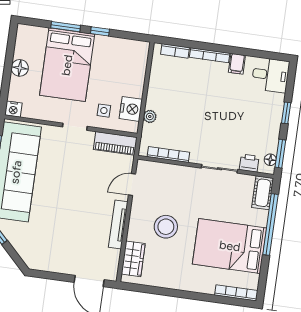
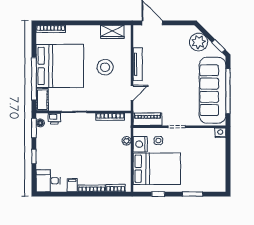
window: (100, 31) -> (158, 194), moved
bed: (67, 65) -> (157, 169), moved, turned 90
floor lamp: (20, 68) -> (220, 162), removed
plant: (26, 244) -> (199, 42), added
bed: (230, 246) -> (60, 66), width x1.36
wardrobe: (133, 259) -> (112, 32), moved, turned -90

